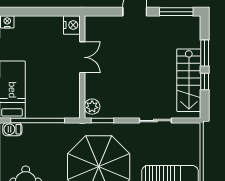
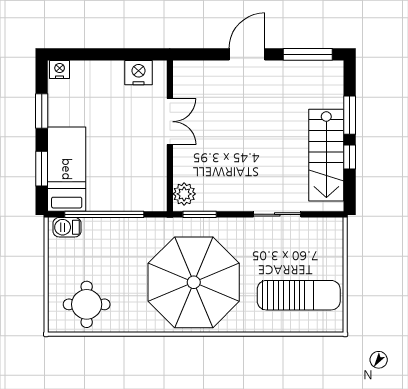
nightstand: (72, 25) -> (139, 73), moved, turned -90

